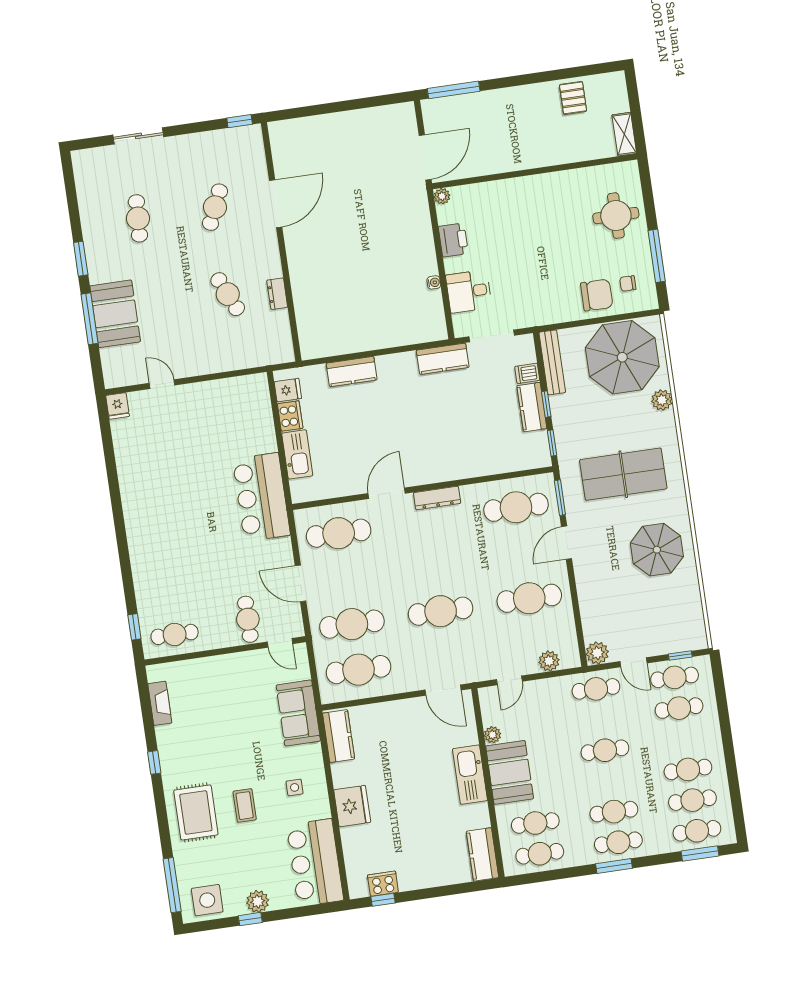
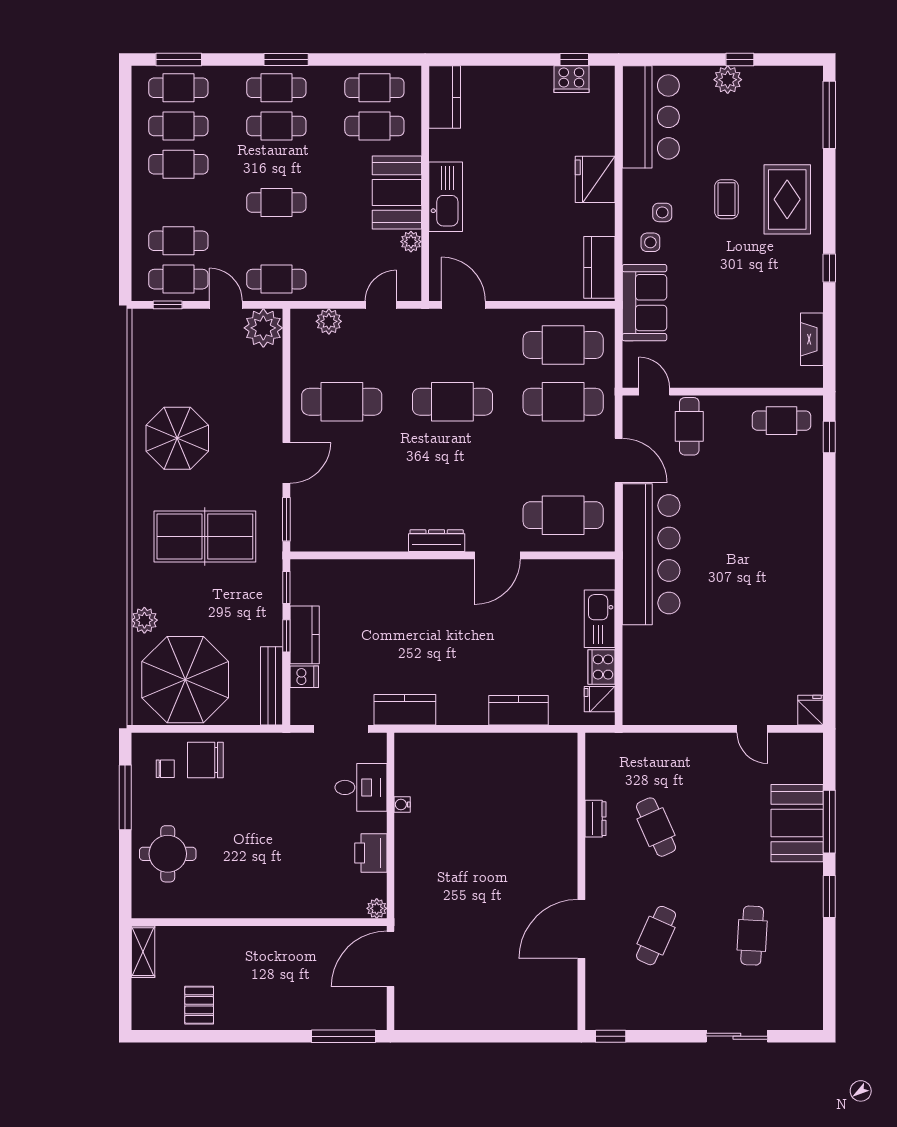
bar counter: (261, 497) -> (651, 554), width x1.36
cafe table: (516, 507) -> (342, 515), removed
plant: (597, 653) -> (263, 328), width x1.36, depth x1.36
side table: (207, 900) -> (650, 242), moved, width x0.54, depth x0.54

